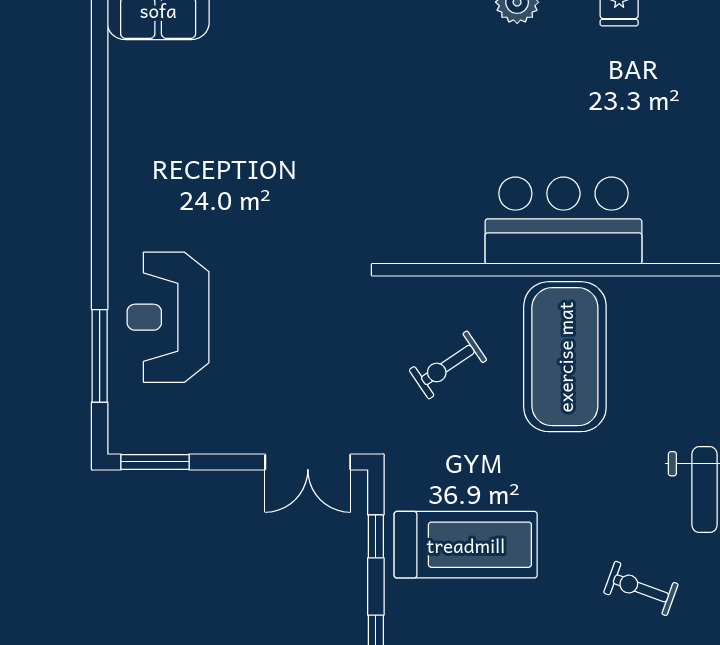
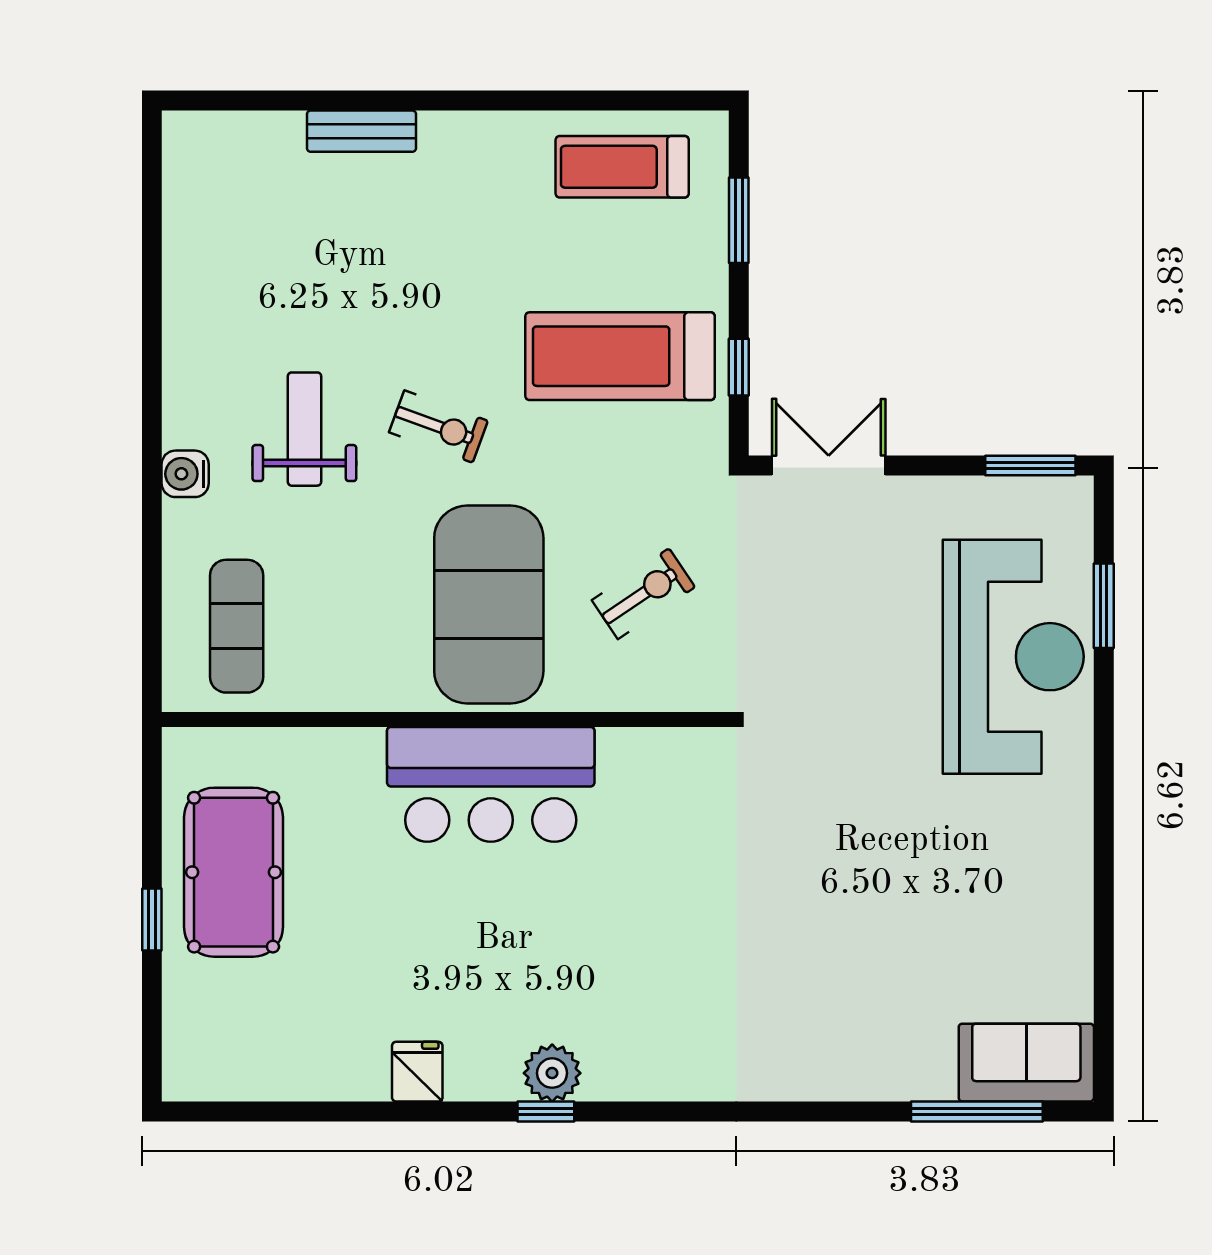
reception desk: (168, 317) -> (1013, 657), width x1.36, depth x1.30
window: (100, 356) -> (1104, 606), width x0.69
exercise bike: (641, 588) -> (438, 427), moved

